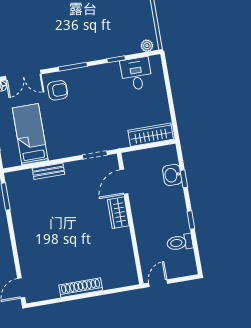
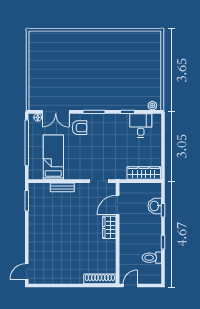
shoe rack: (81, 288) -> (100, 279), moved

